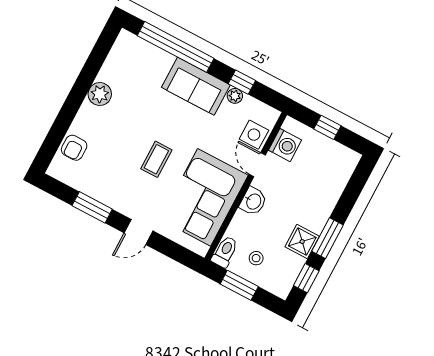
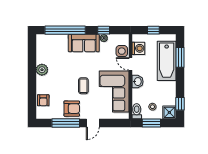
armchair: (116, 188) -> (72, 109), added
bathtub: (322, 192) -> (167, 61), added
window: (92, 207) -> (66, 123), width x1.44
window: (327, 238) -> (180, 57), moved
shower: (302, 242) -> (169, 112), moved

